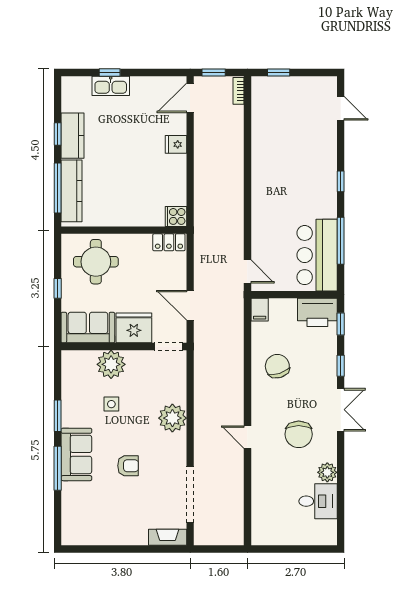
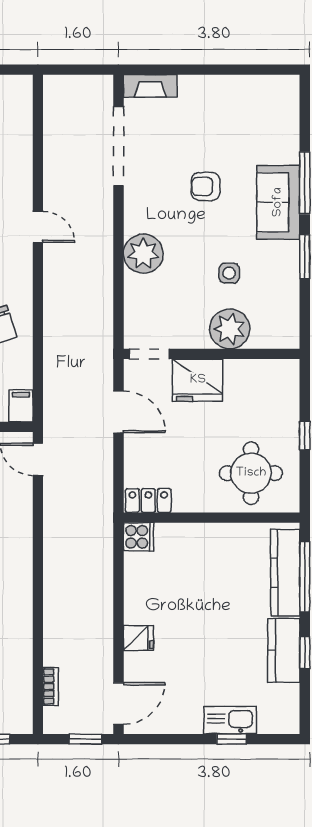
bookcase: (238, 91) -> (51, 686), moved
sofa: (88, 328) -> (262, 381), removed

